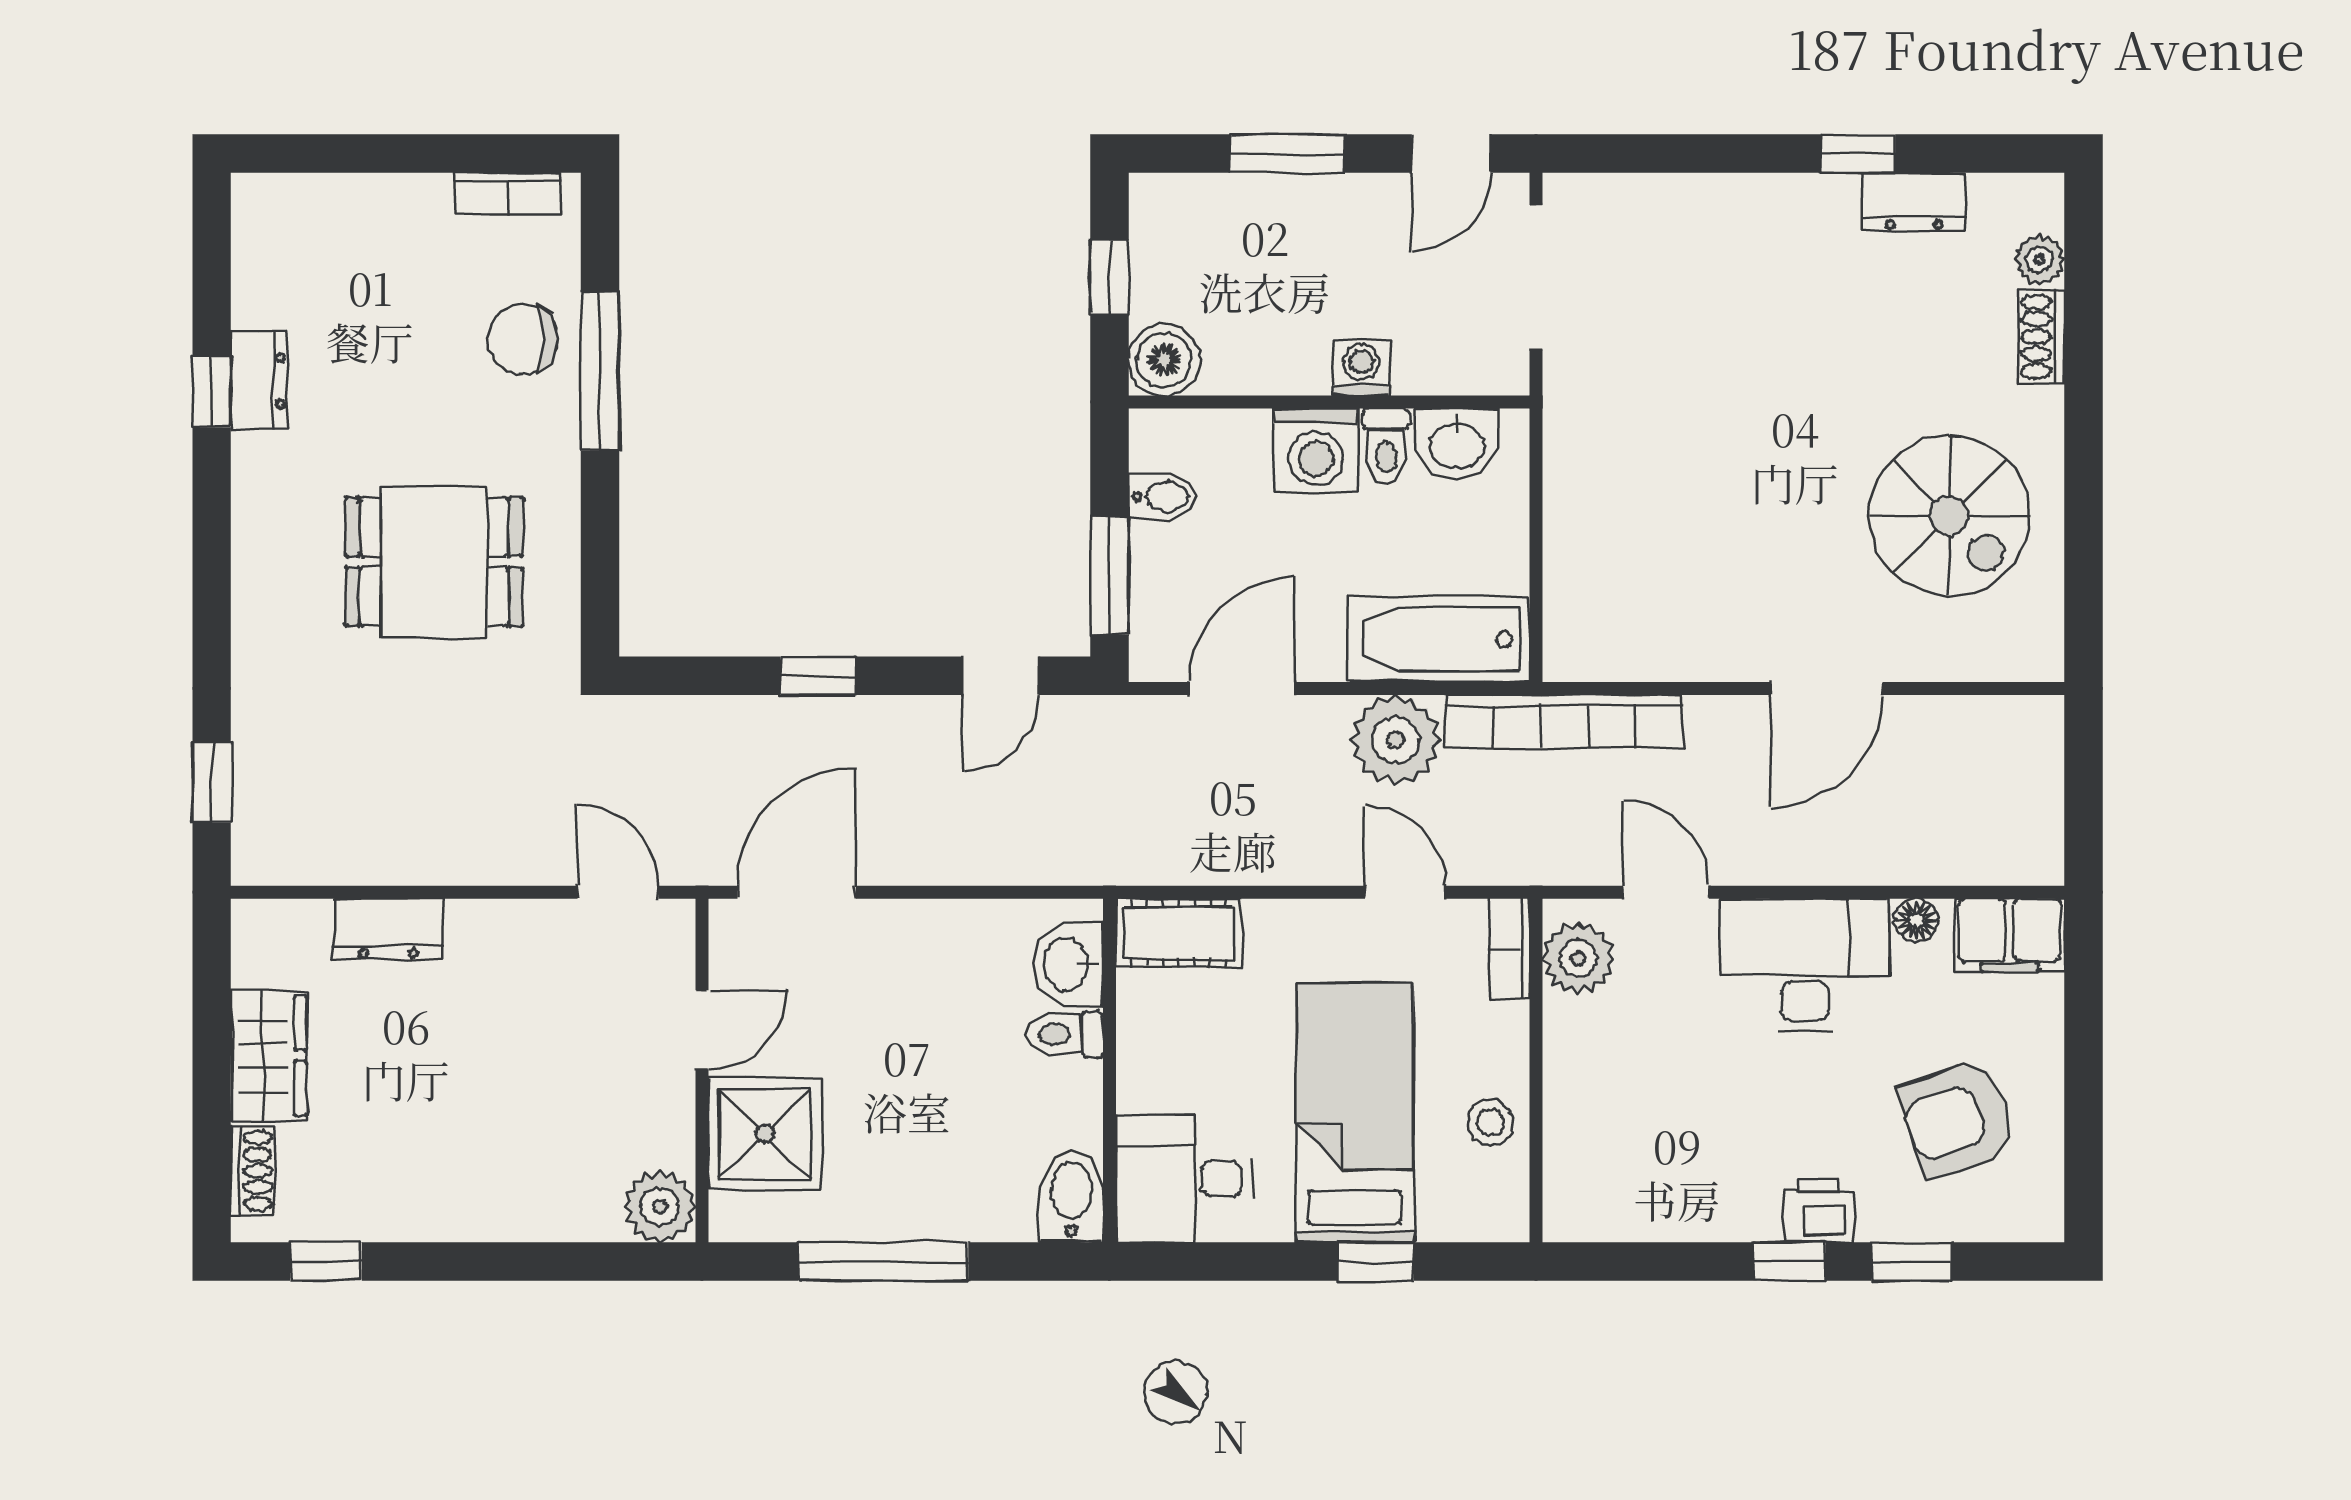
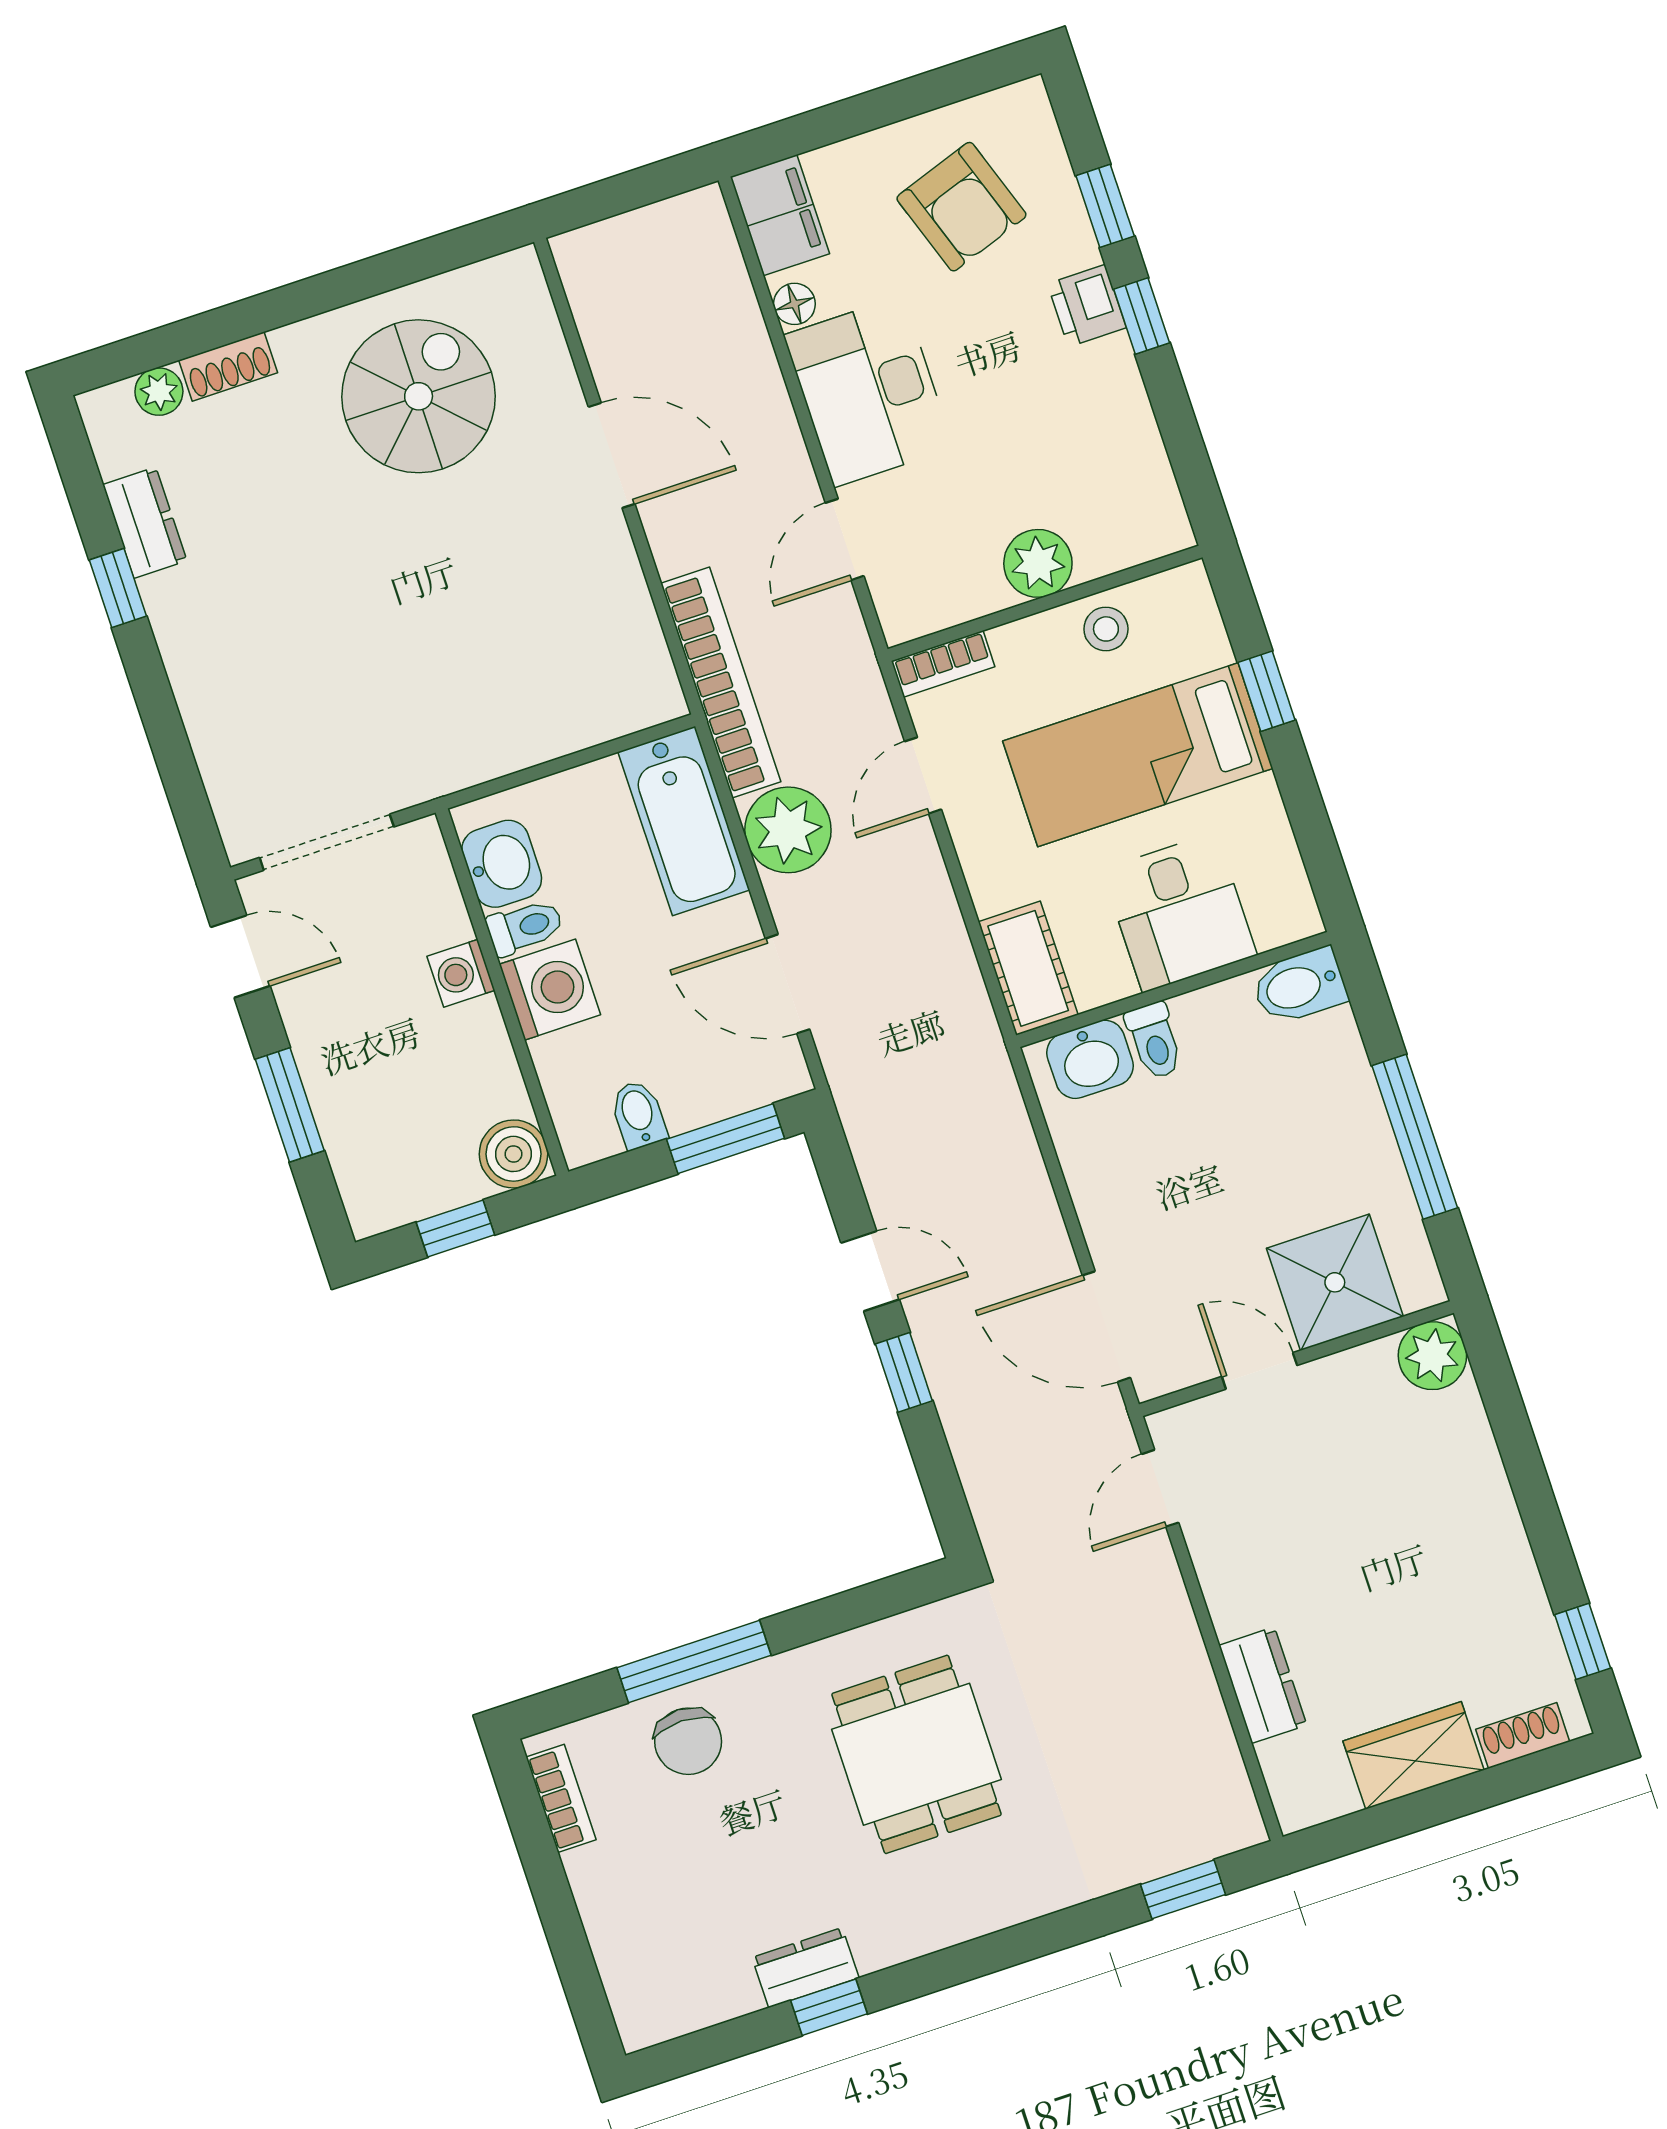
door: (1000, 676) -> (870, 1271), moved
plant: (1578, 959) -> (1038, 563), moved
desk: (1184, 1179) -> (1179, 912), moved

